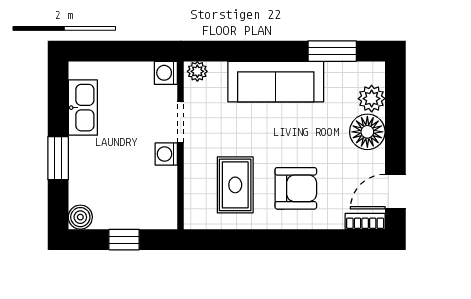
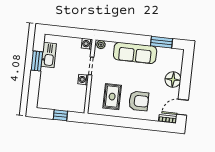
plant: (372, 99) -> (176, 65), removed
window: (58, 158) -> (37, 61), moved
boiler: (80, 217) -> (42, 103), removed

